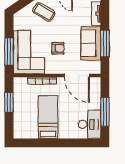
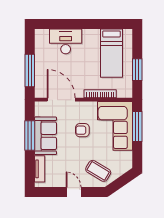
window: (105, 112) -> (30, 70), moved
bed: (48, 117) -> (111, 53), moved
desk: (89, 124) -> (66, 41), moved, turned 90

